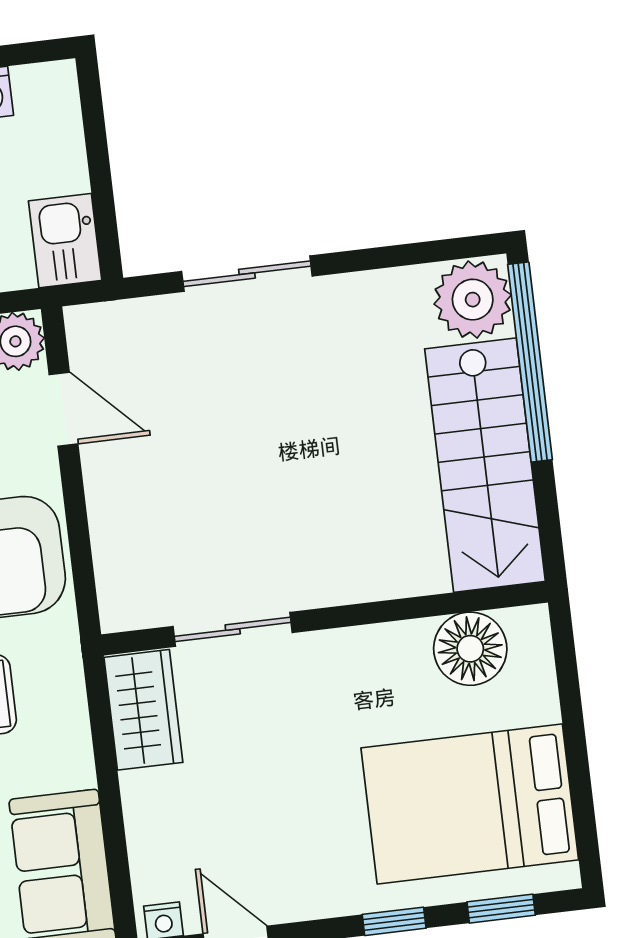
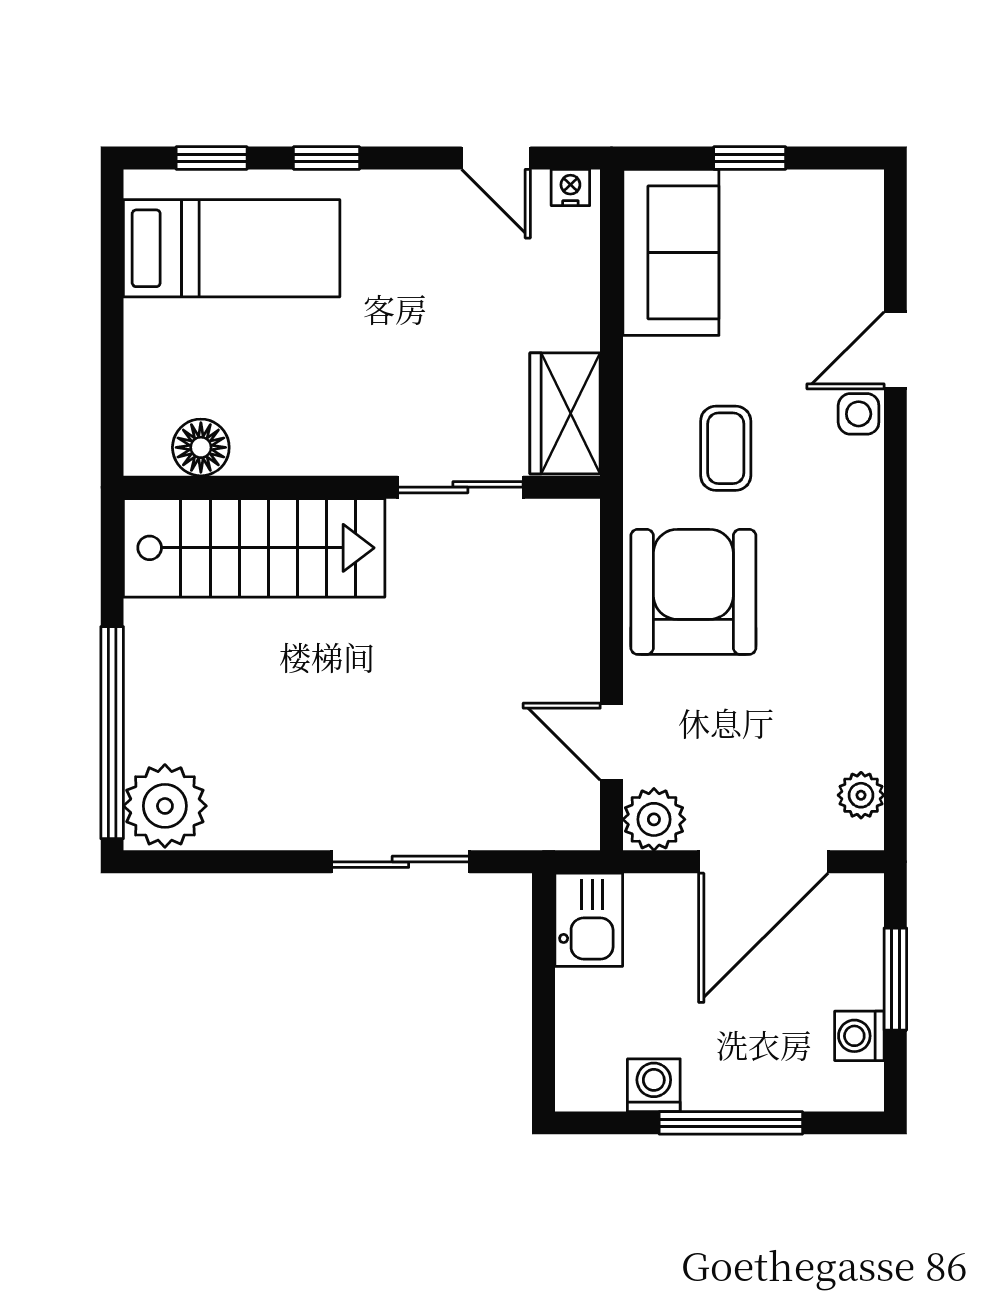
stairs: (485, 465) -> (254, 548), moved, turned 90
floor lamp: (470, 649) -> (201, 447), width x0.73, depth x0.73
bed: (470, 804) -> (232, 248), width x0.67

